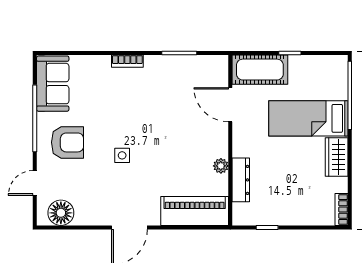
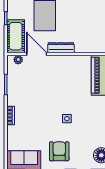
door: (230, 105) -> (37, 54), swing flipped
plant: (221, 166) -> (18, 60), moved
dresser: (241, 180) -> (61, 48), moved

